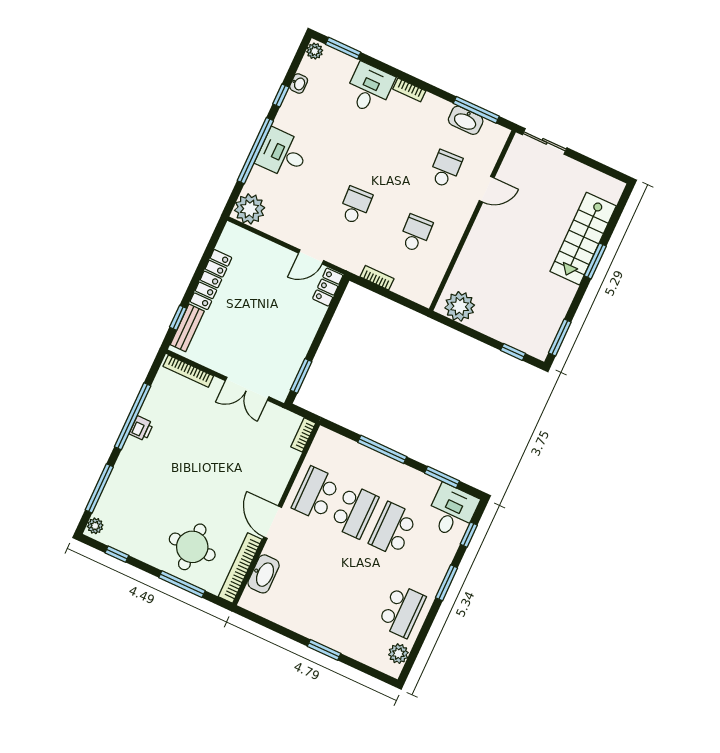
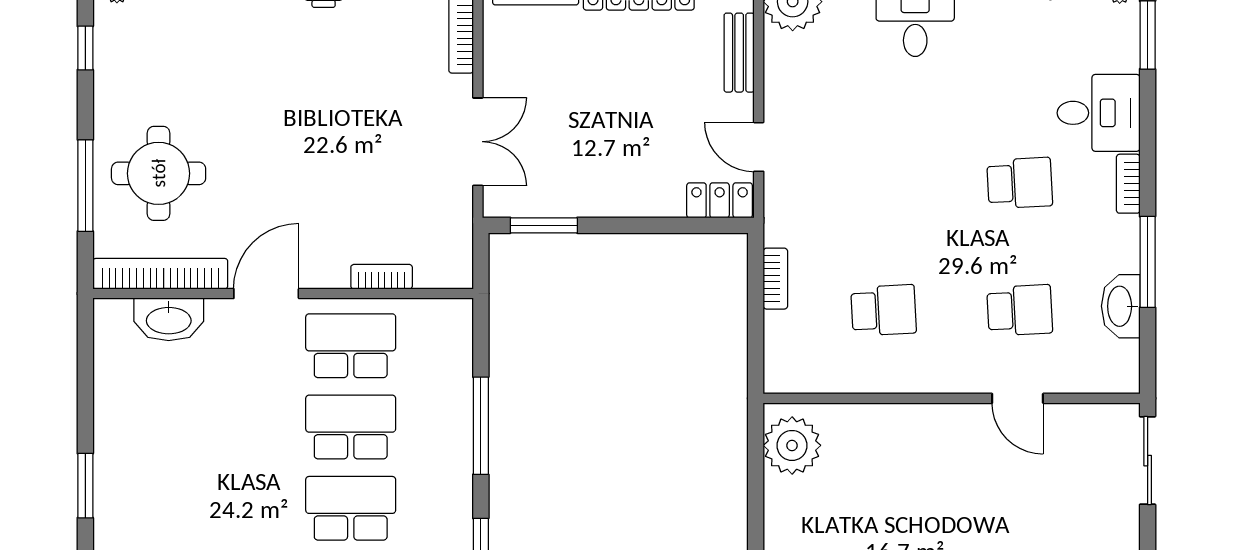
window: (476, 110) -> (1148, 262), moved
school desk: (355, 206) -> (1020, 183), moved
bench: (262, 245) -> (739, 53), added
double door: (247, 389) -> (478, 142), swing flipped
bookcase: (303, 435) -> (382, 277), moved
school desk: (354, 511) -> (351, 427), turned 180

